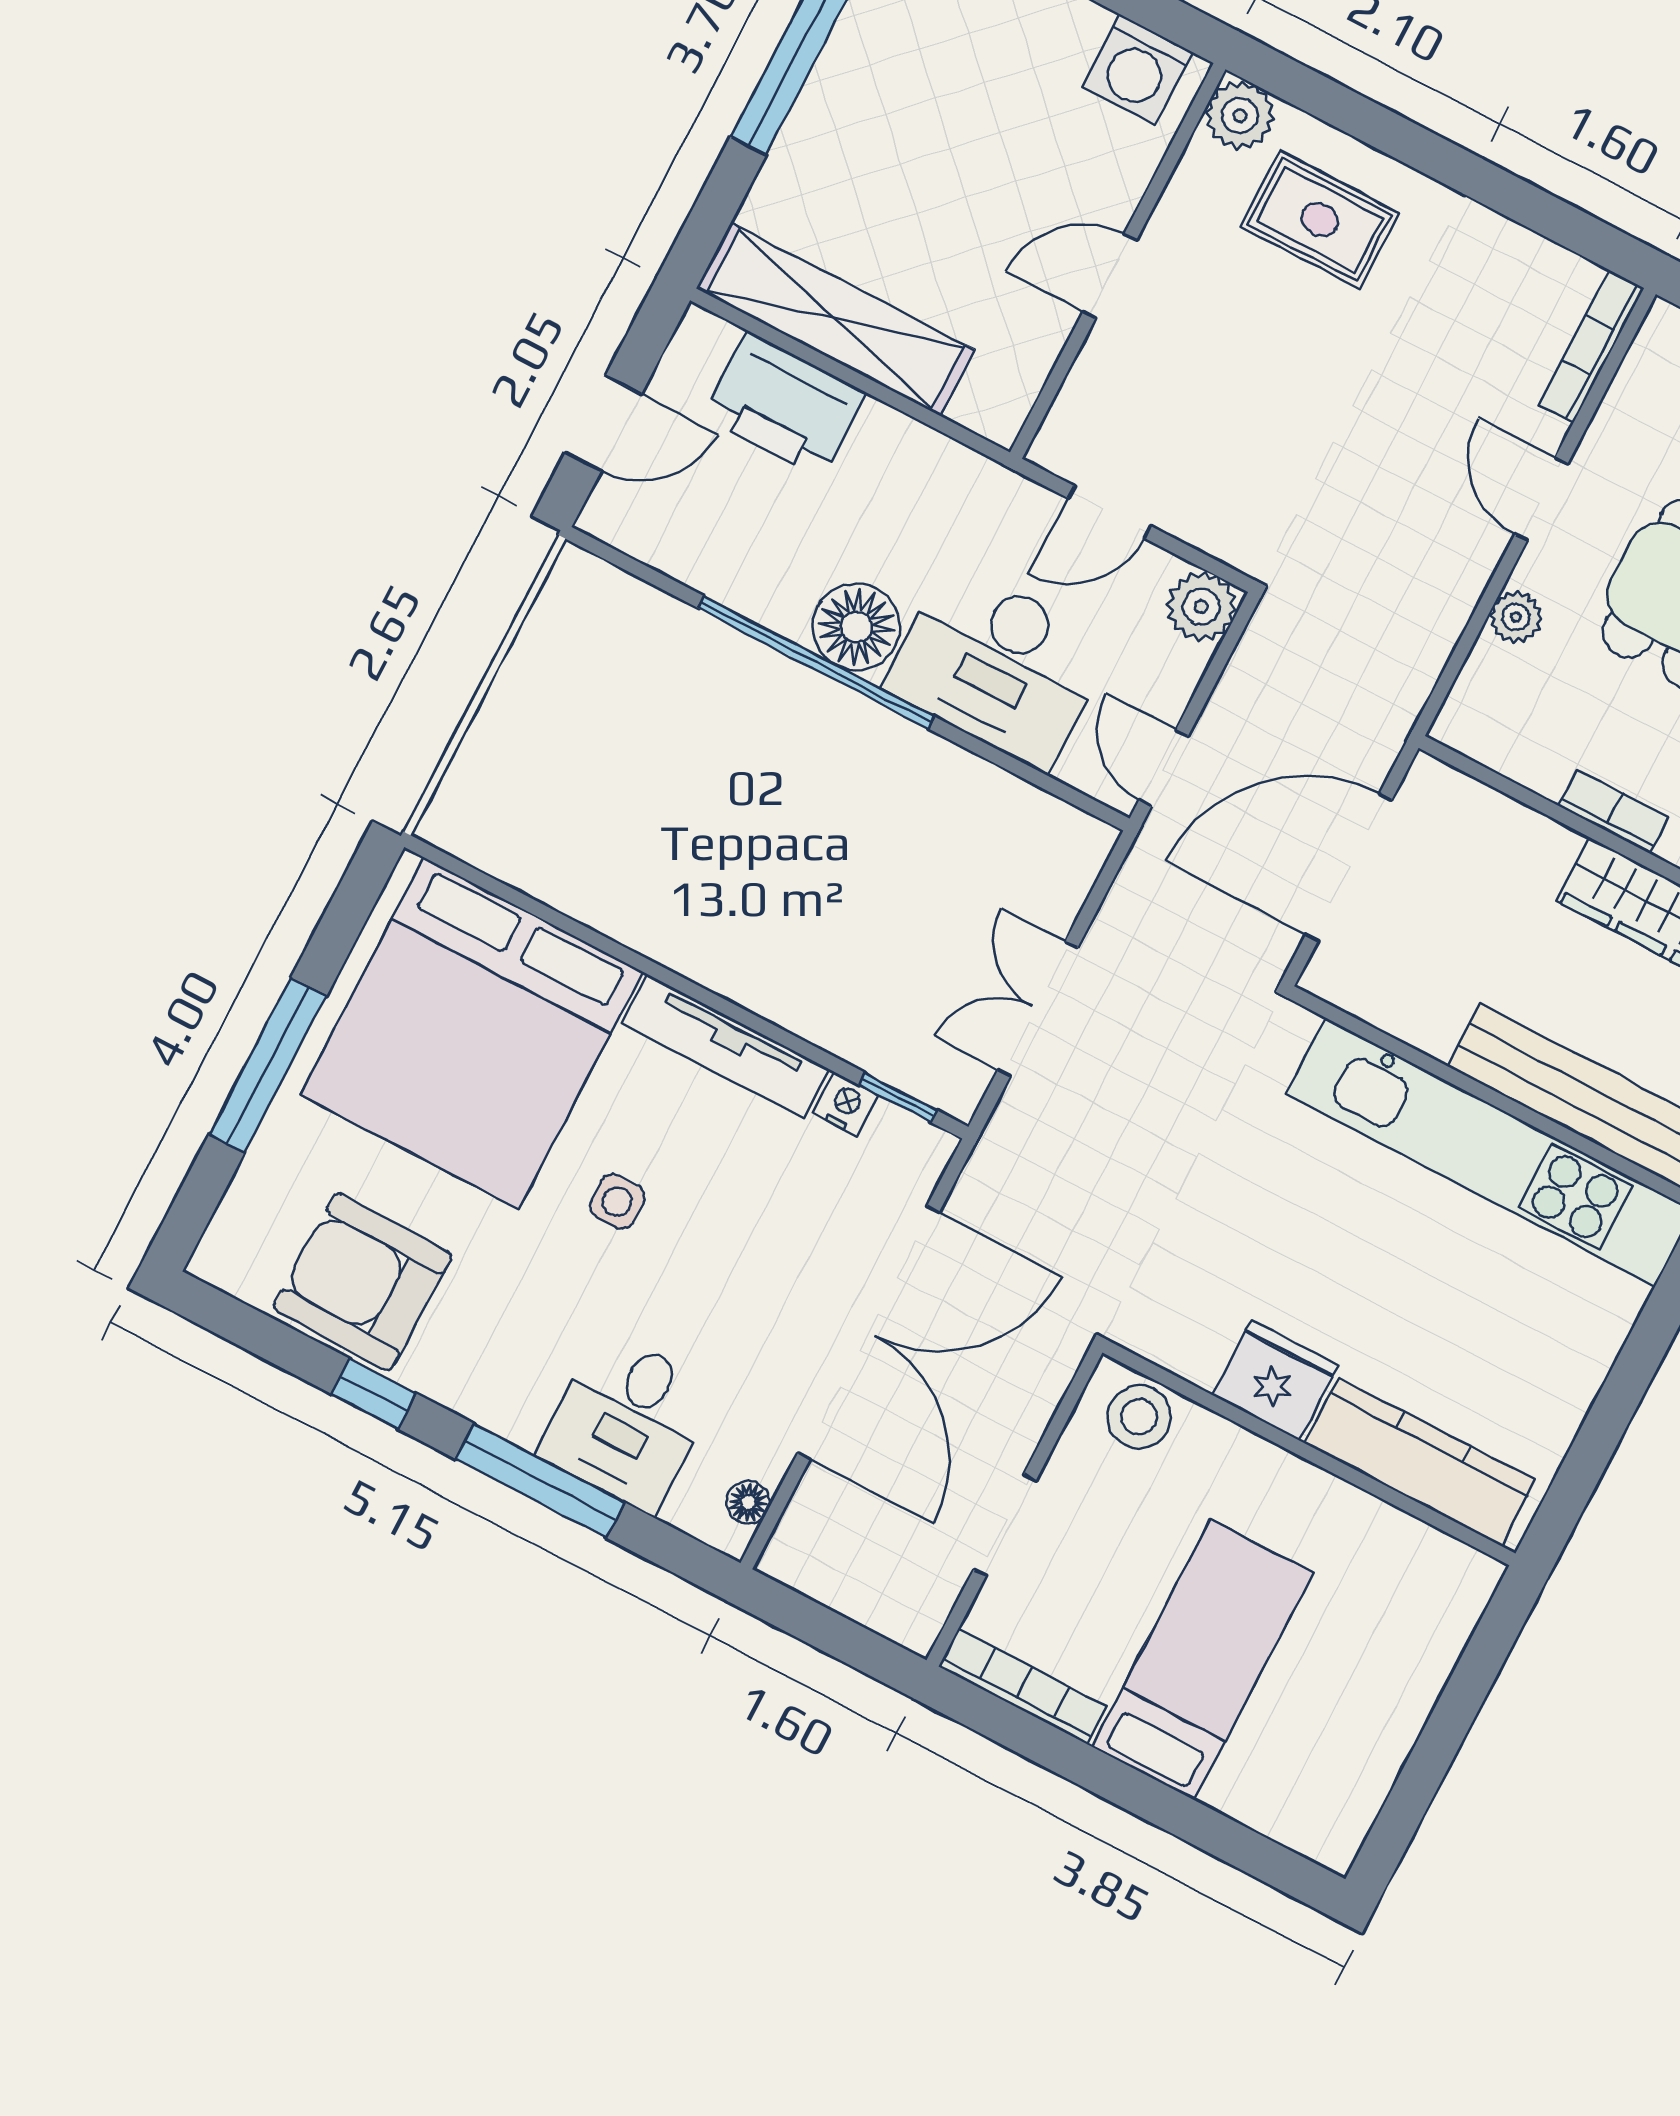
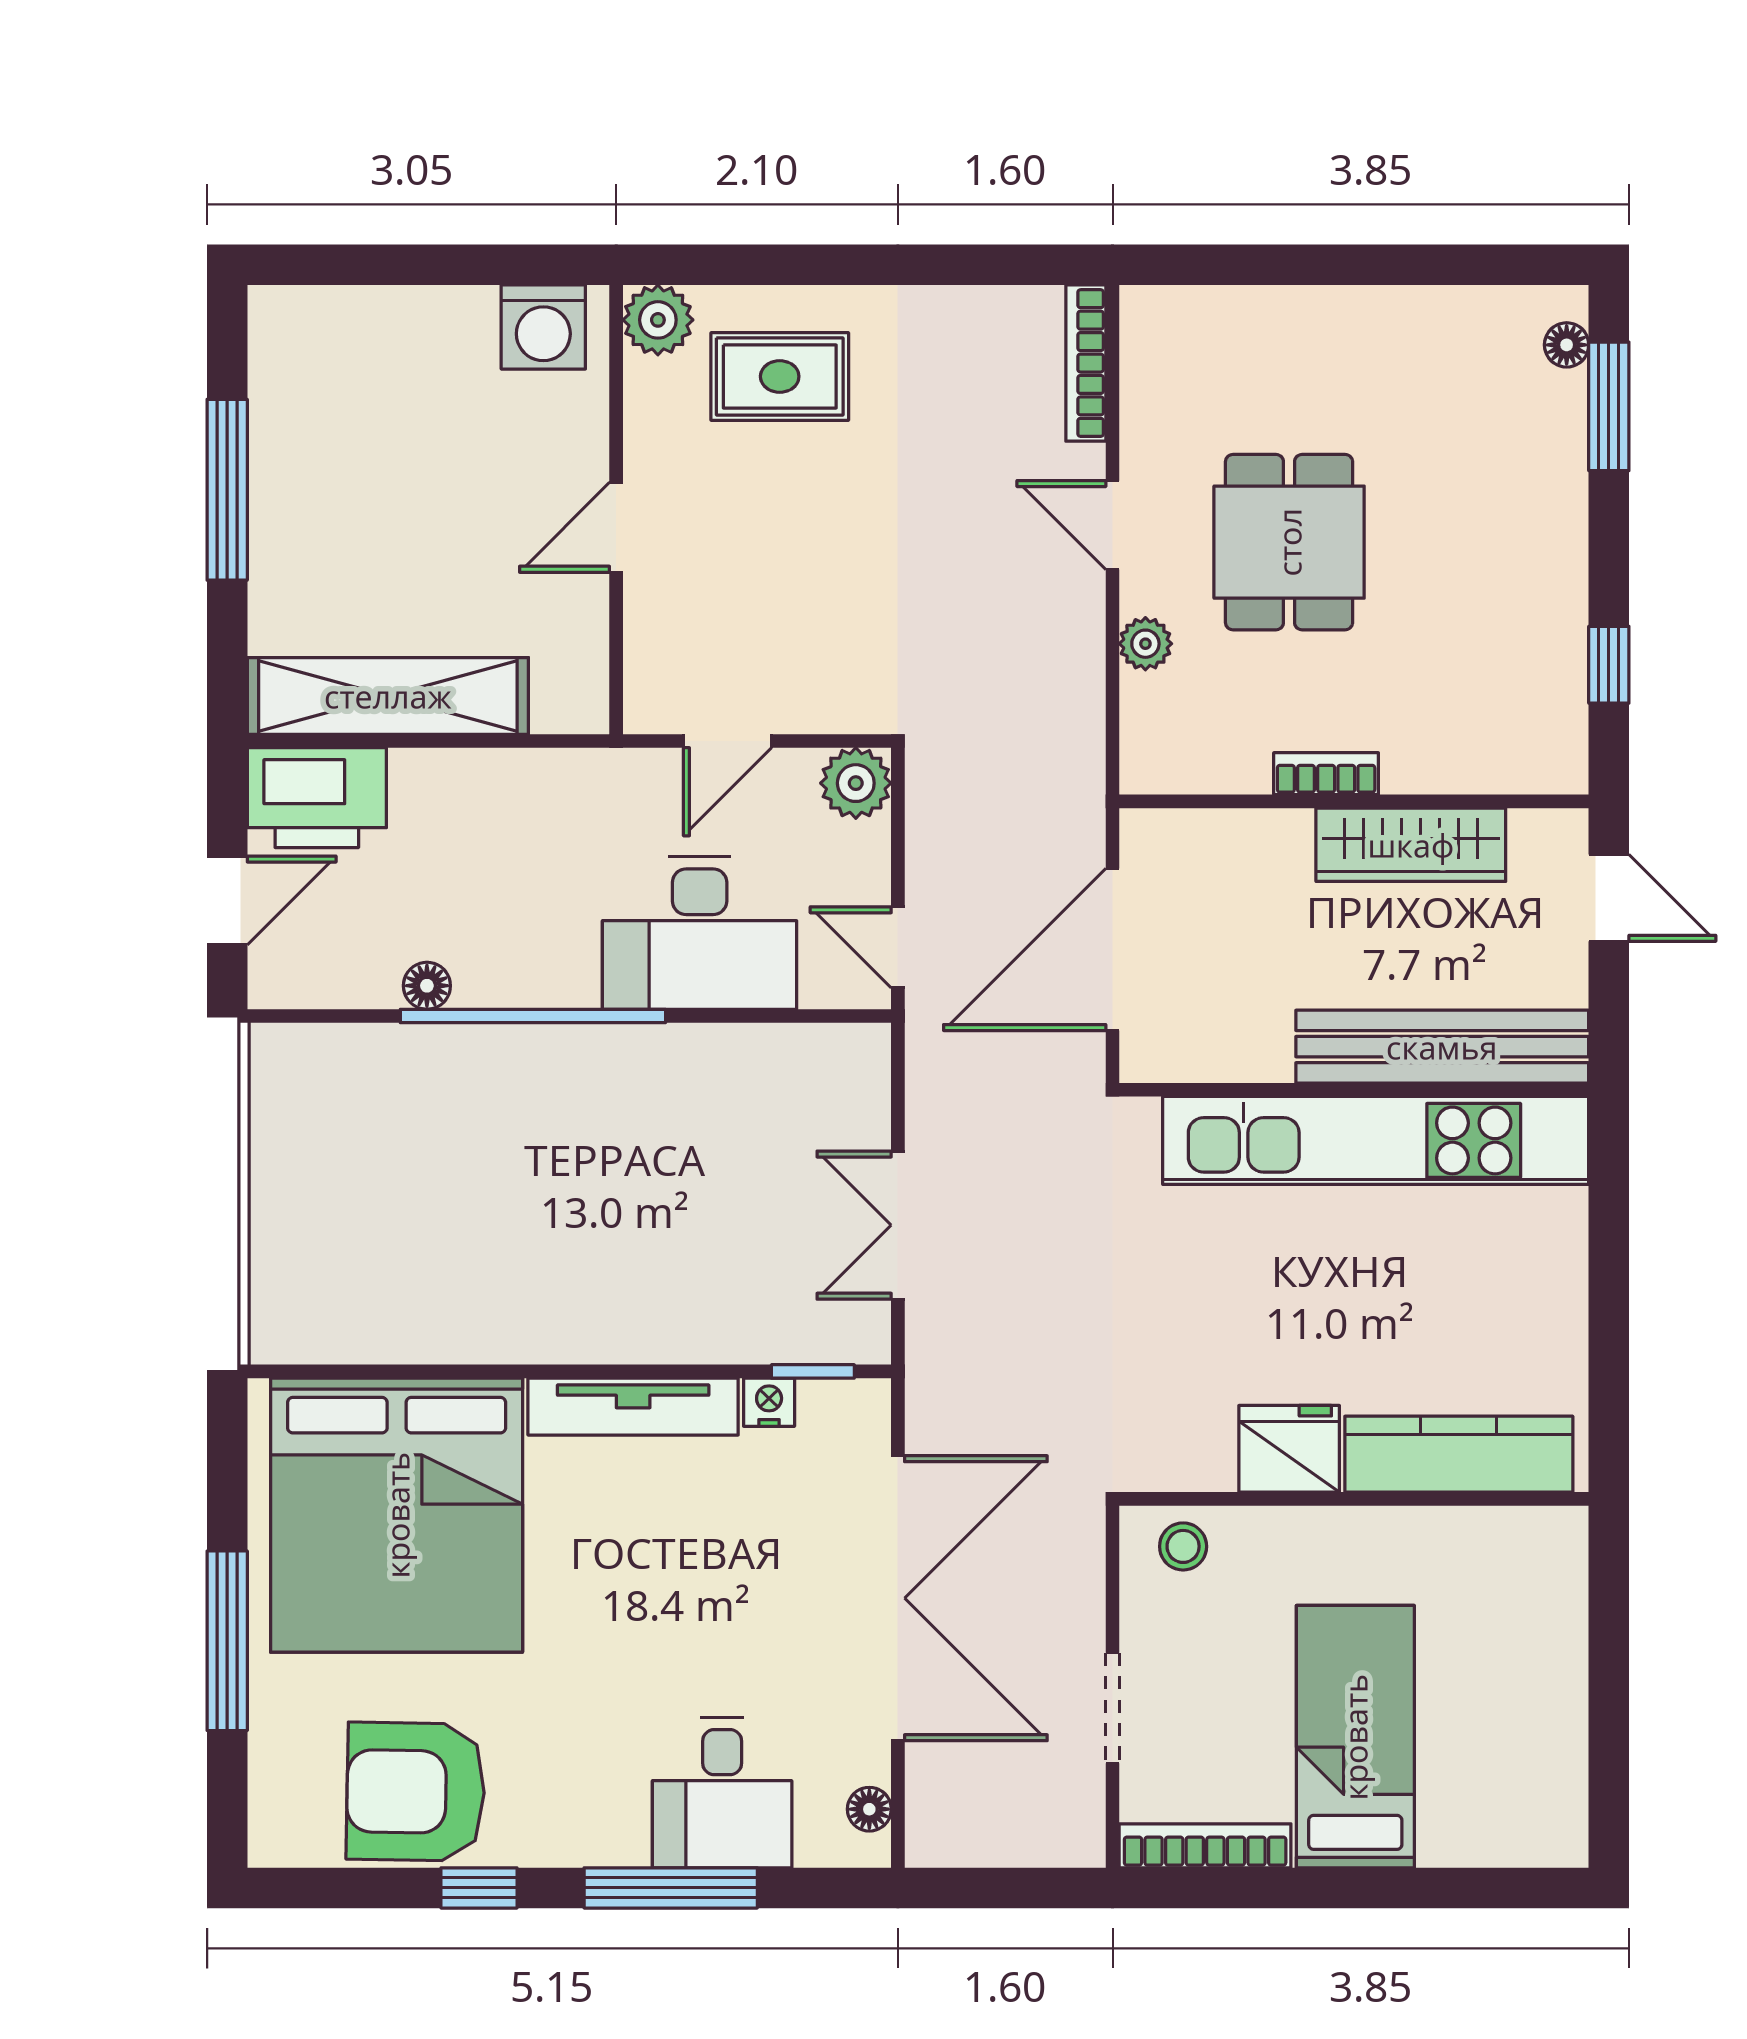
printer: (784, 405) -> (317, 798), moved
floor lamp: (856, 627) -> (427, 986), moved, width x0.53, depth x0.53
side table: (617, 1201) -> (608, 1598), removed
stool: (1139, 1417) -> (1183, 1546), width x0.73, depth x0.73

